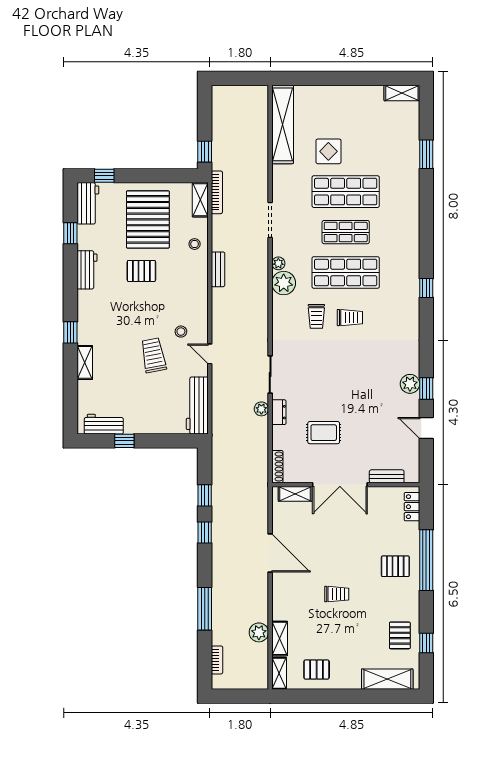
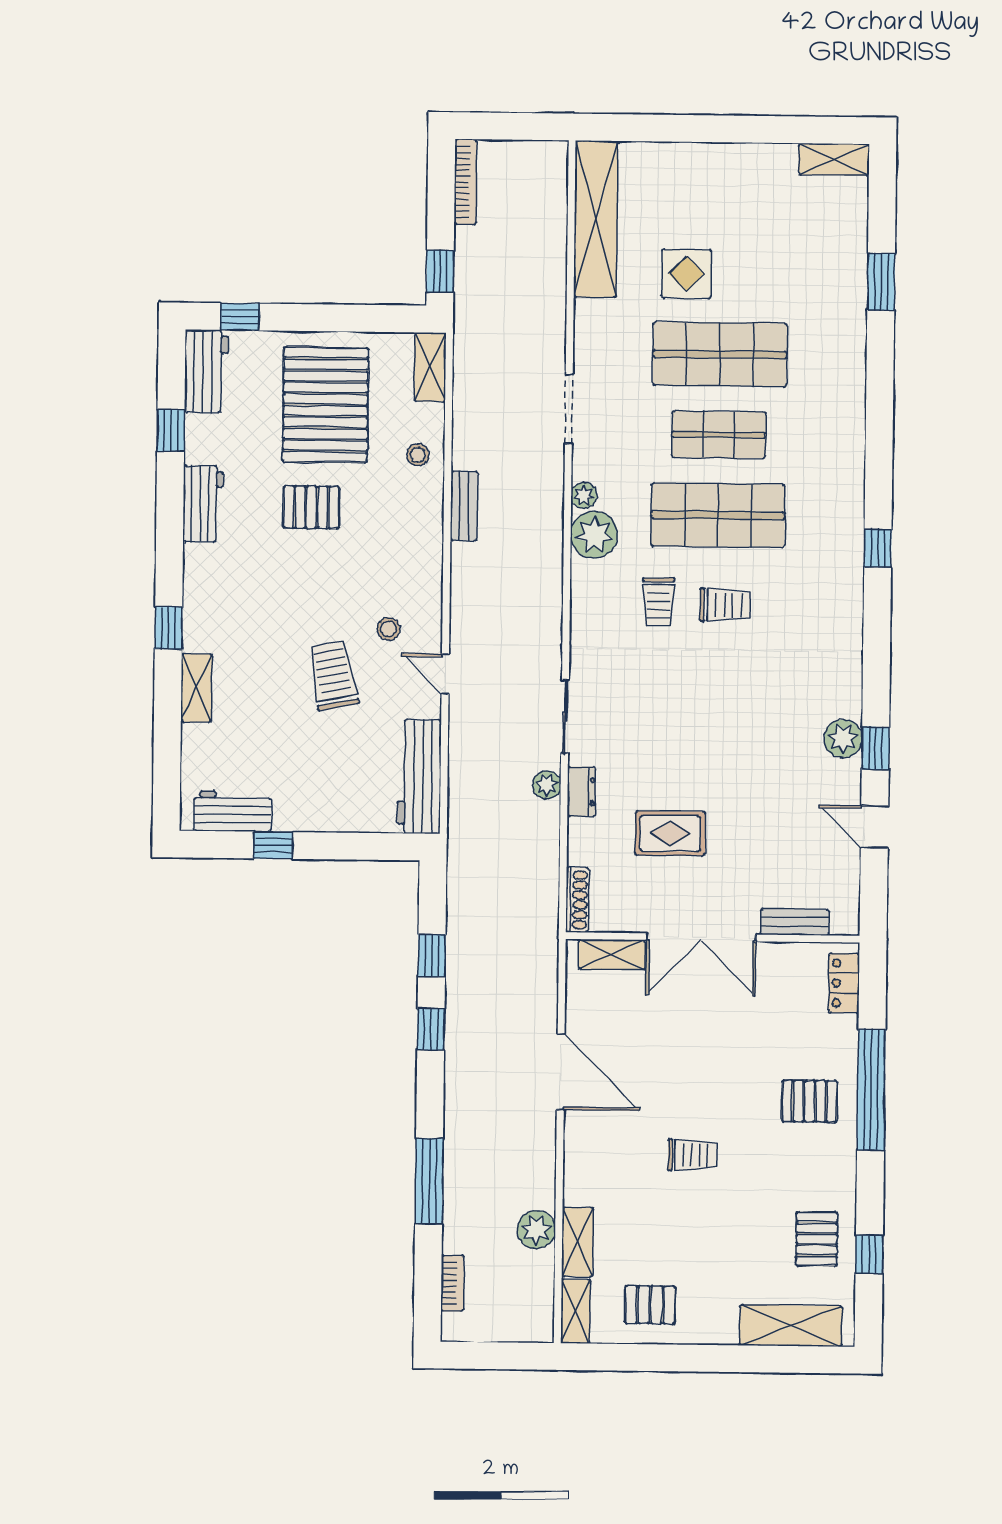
bookcase: (217, 192) -> (466, 182), moved

